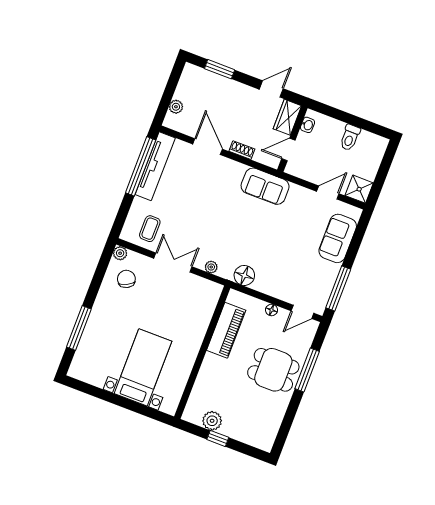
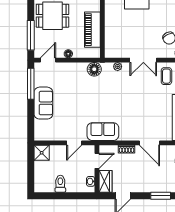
door: (328, 193) -> (74, 143), moved
sofa: (338, 238) -> (43, 103), moved
window: (307, 370) -> (31, 35), moved

